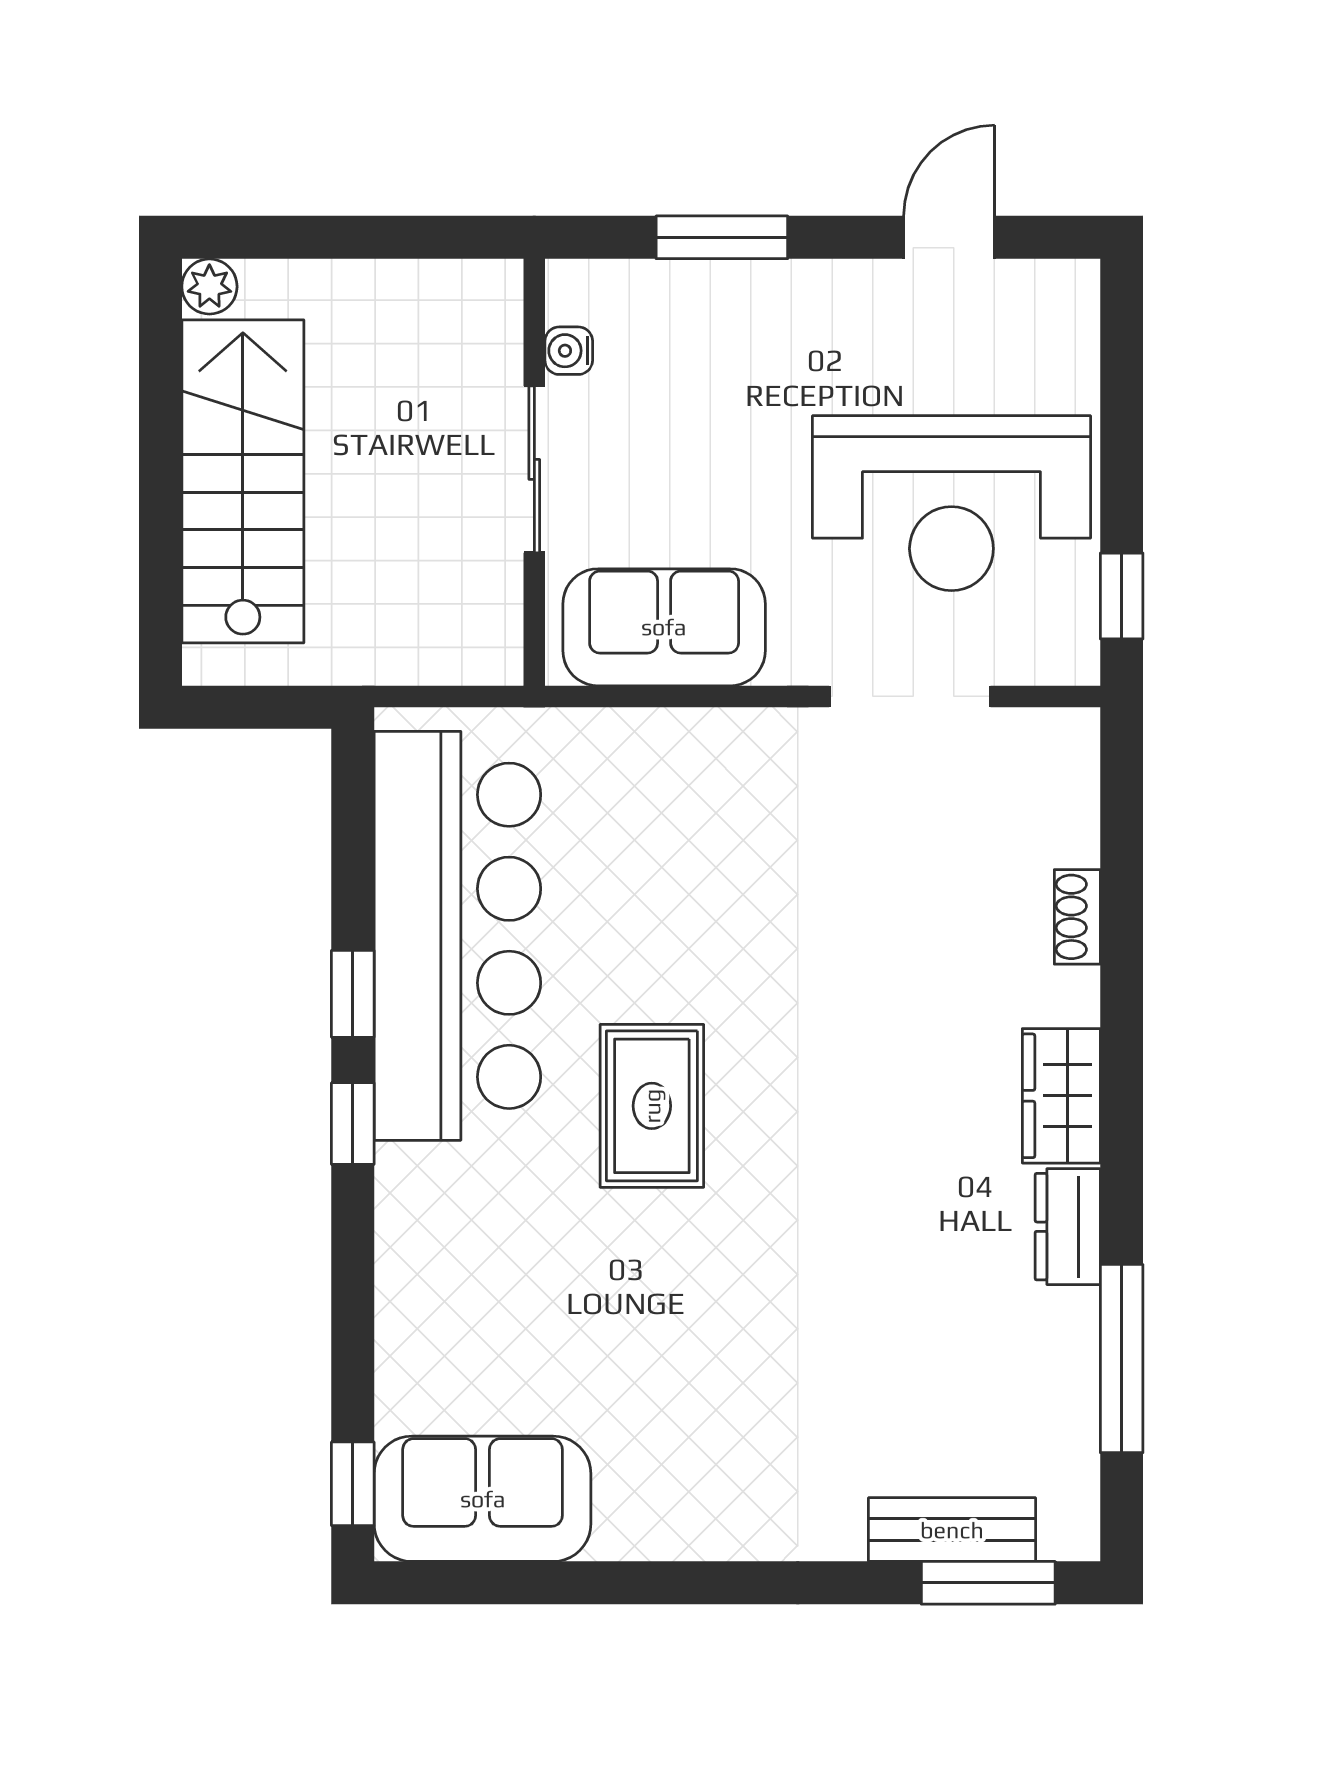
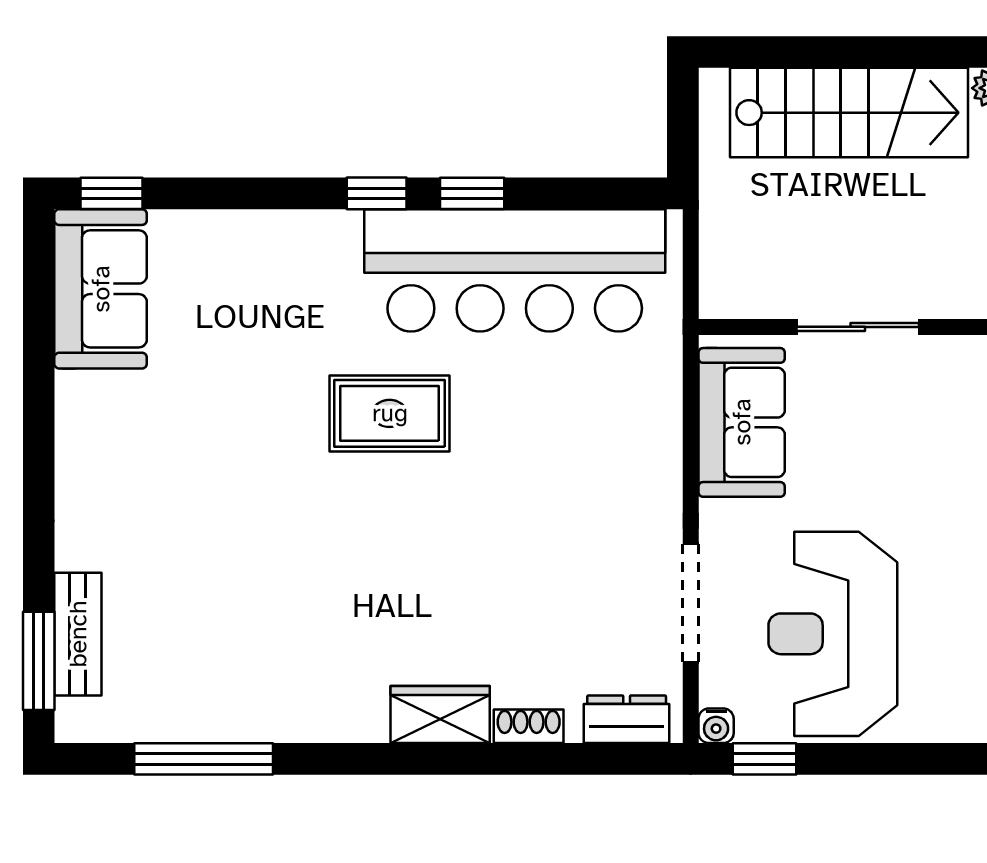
water cooler: (569, 351) -> (716, 726), moved, turned 180
wardrobe: (1061, 1096) -> (440, 715), moved
dresser: (1068, 1227) -> (627, 719), moved

